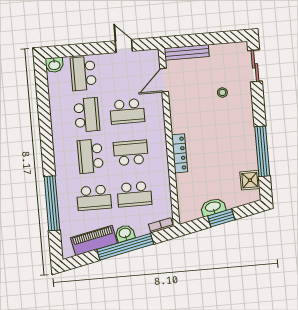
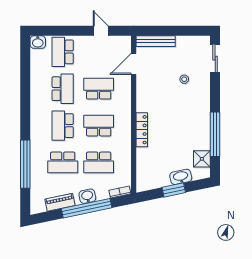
school desk: (127, 111) -> (99, 89), turned 180
washbasin: (213, 207) -> (181, 177), moved
piano: (94, 240) -> (60, 202), width x0.73, depth x0.75

